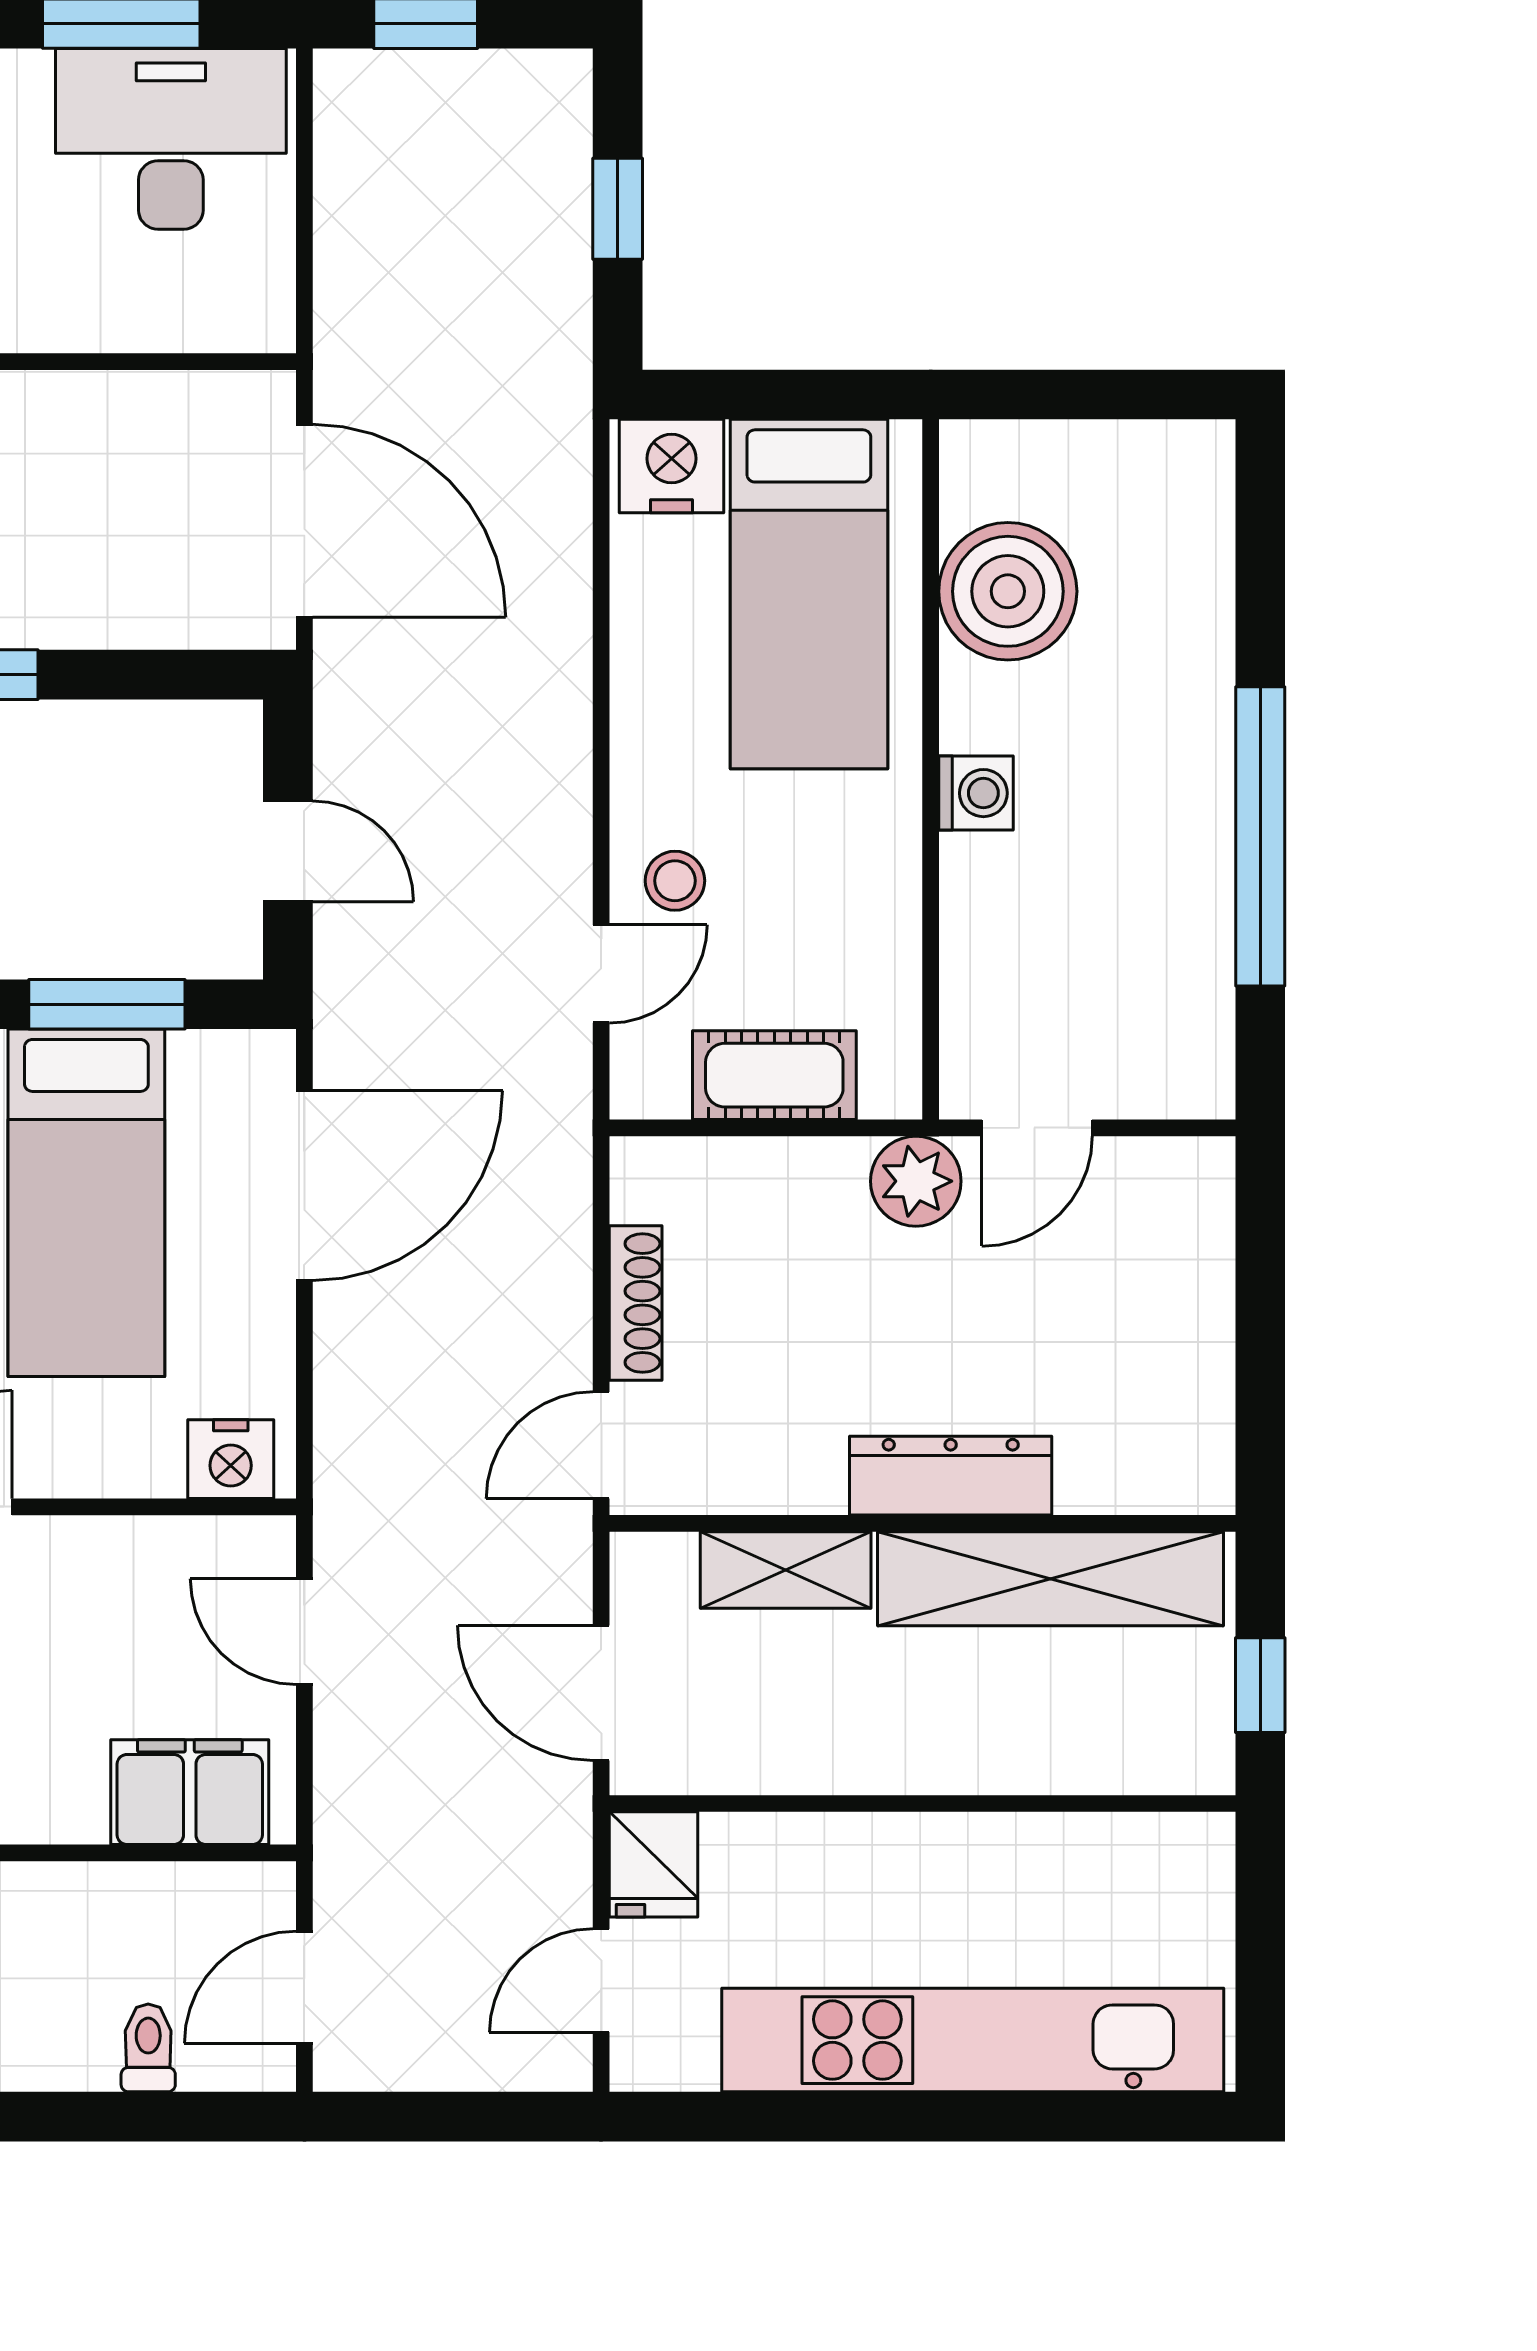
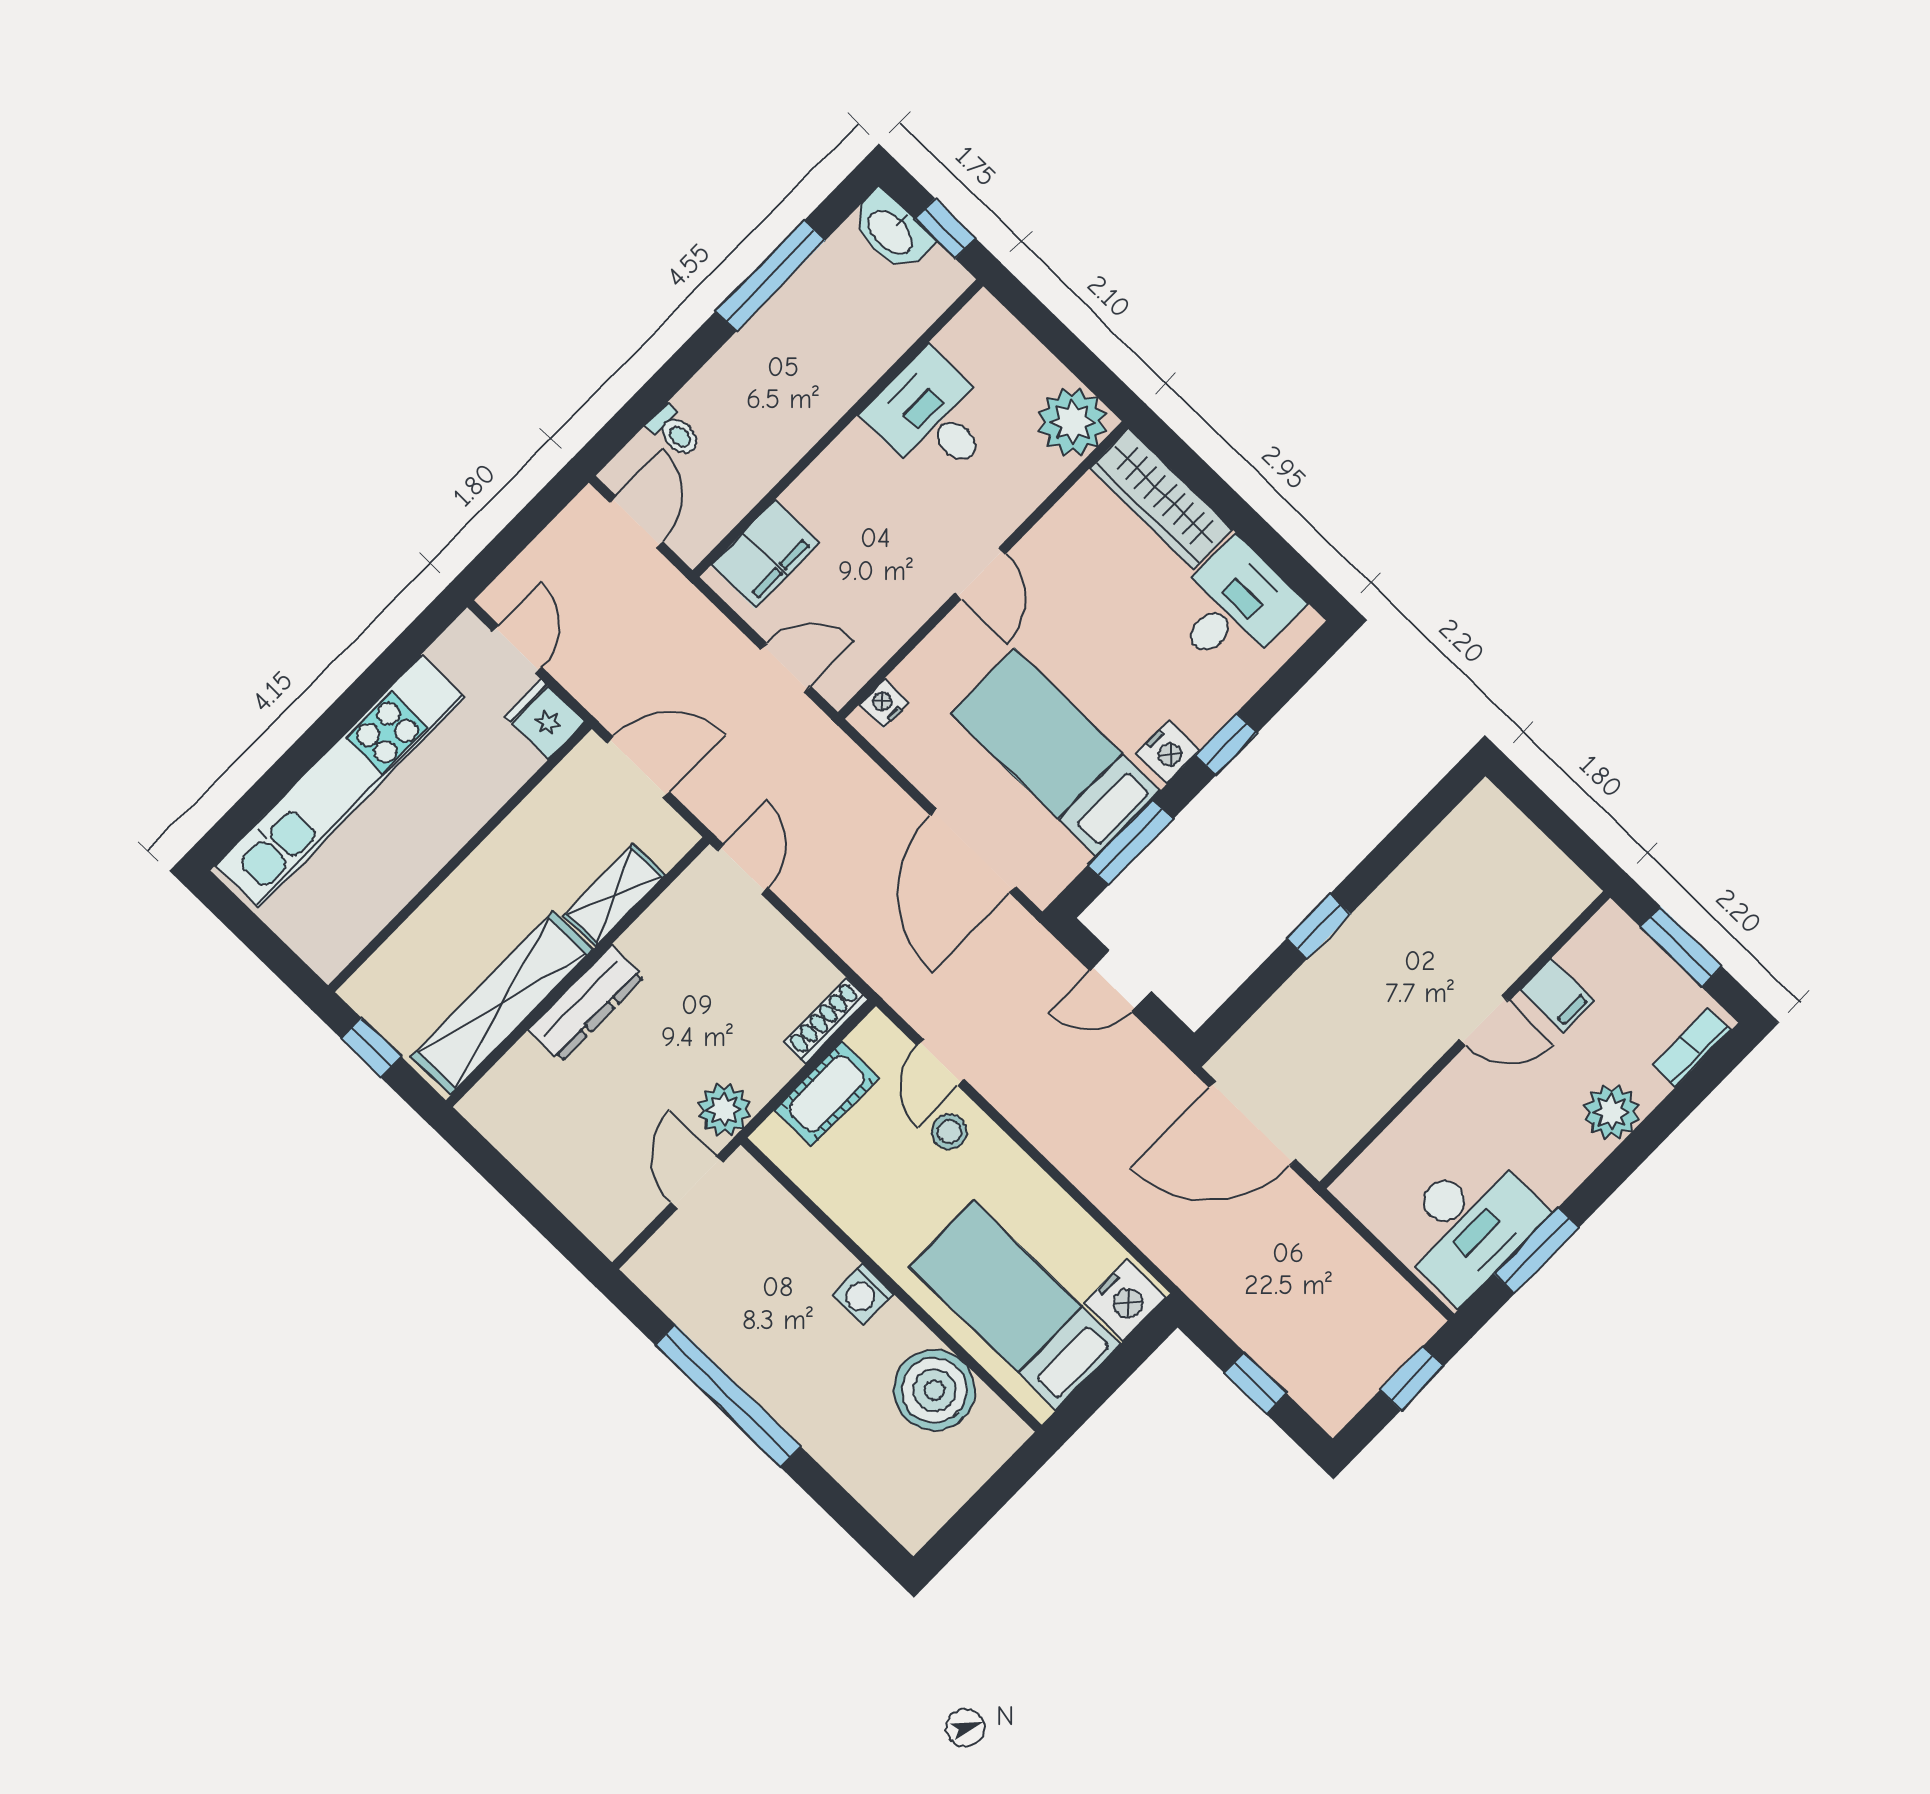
shoe rack: (636, 1303) -> (826, 1021), moved, turned 90
nightstand: (231, 1459) -> (884, 703), width x0.72, depth x0.74

